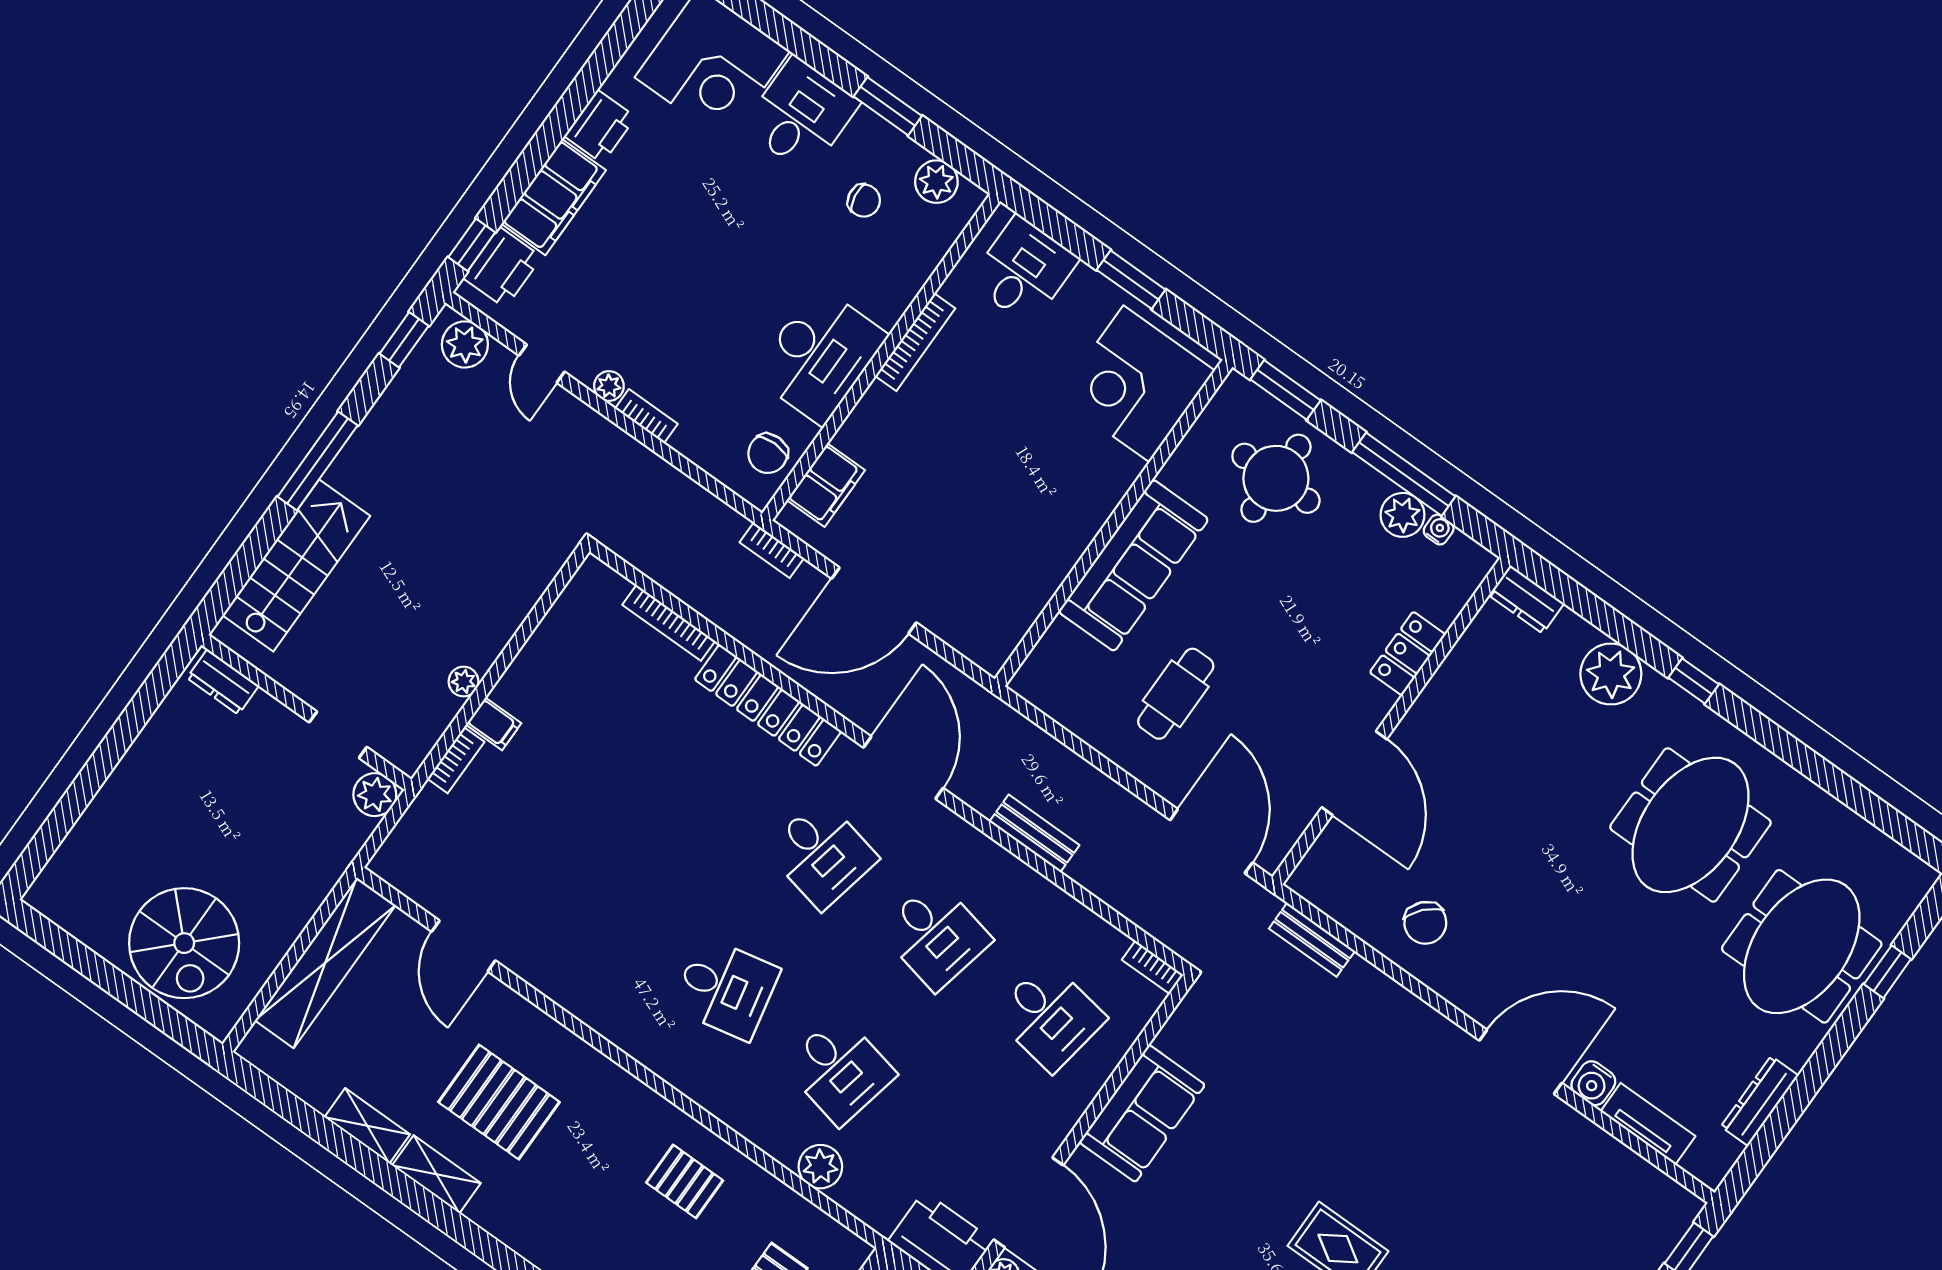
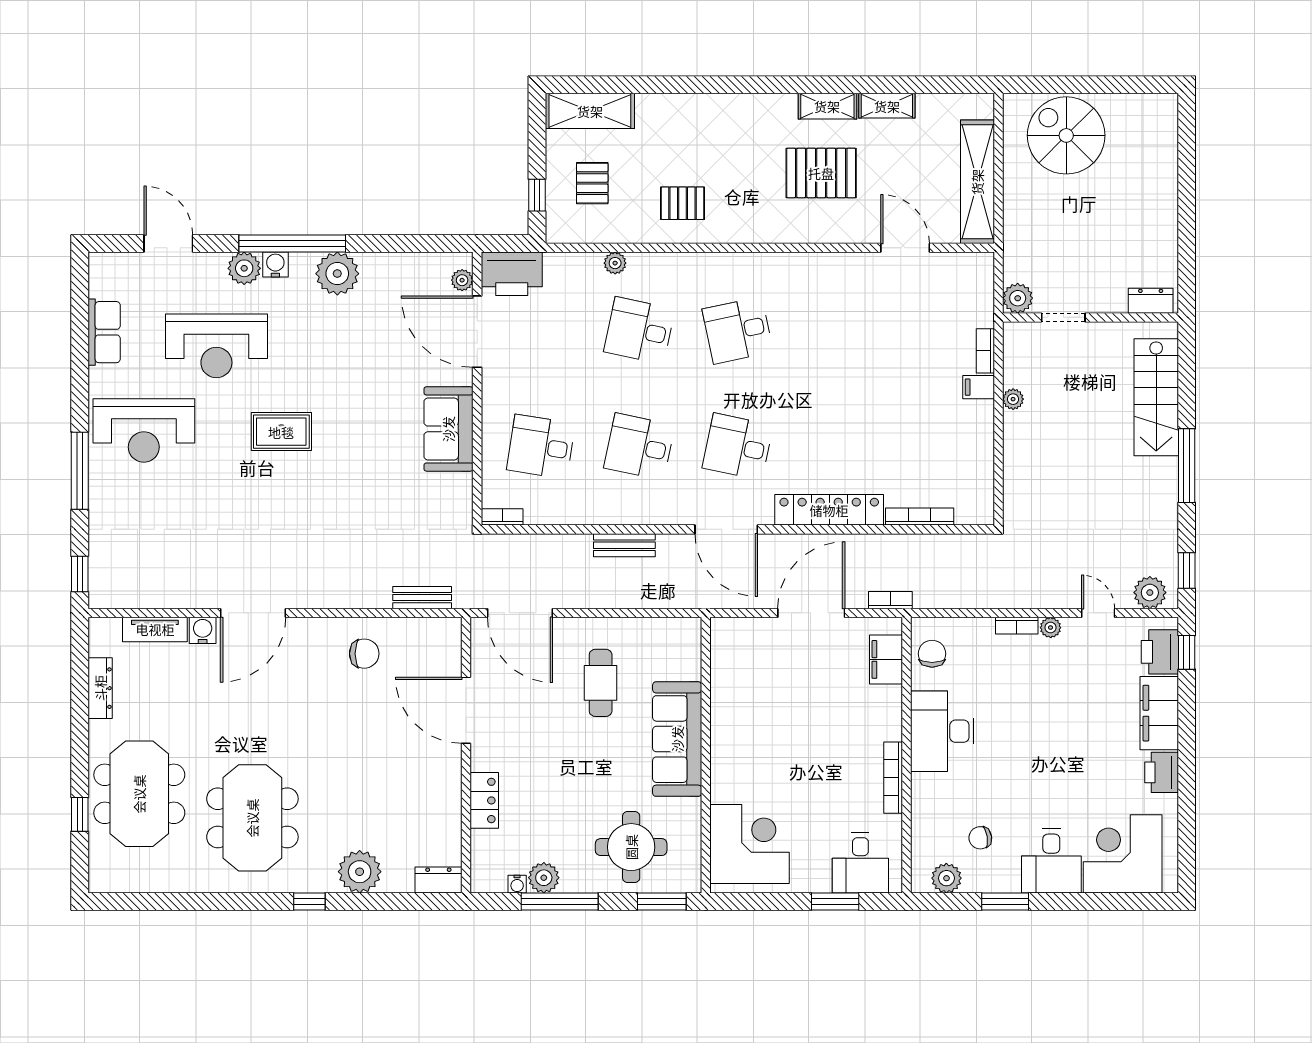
window: (1131, 280) -> (835, 902), moved
chair: (1425, 923) -> (364, 654), turned 138
plant: (820, 1167) -> (615, 263), width x0.73, depth x0.73

